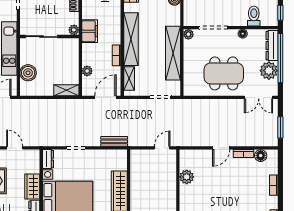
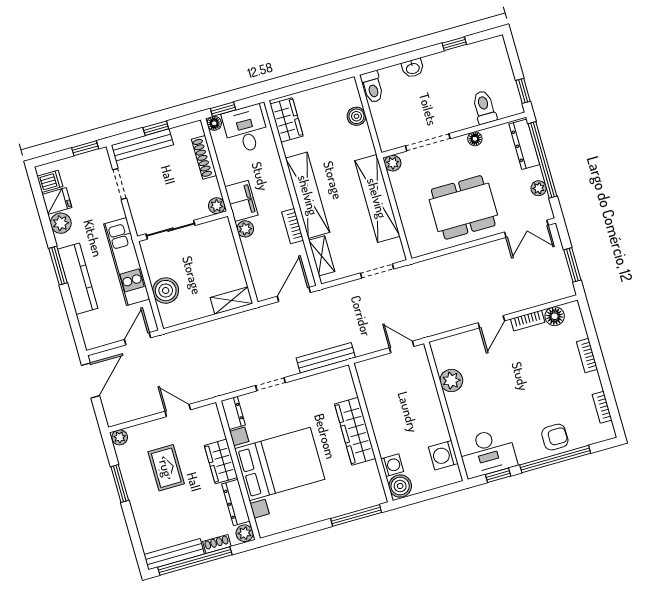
plant: (87, 71) -> (245, 229), moved
plant: (269, 71) -> (539, 188), width x0.53, depth x0.53
bench: (114, 141) -> (326, 358), width x1.36
door: (162, 148) -> (402, 347), hinge flipped

